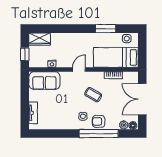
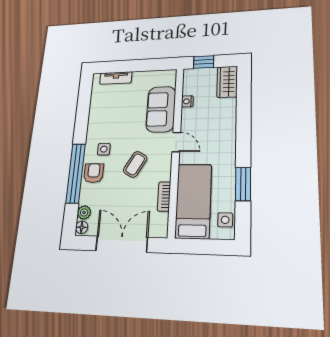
sofa: (44, 81) -> (161, 109), moved

